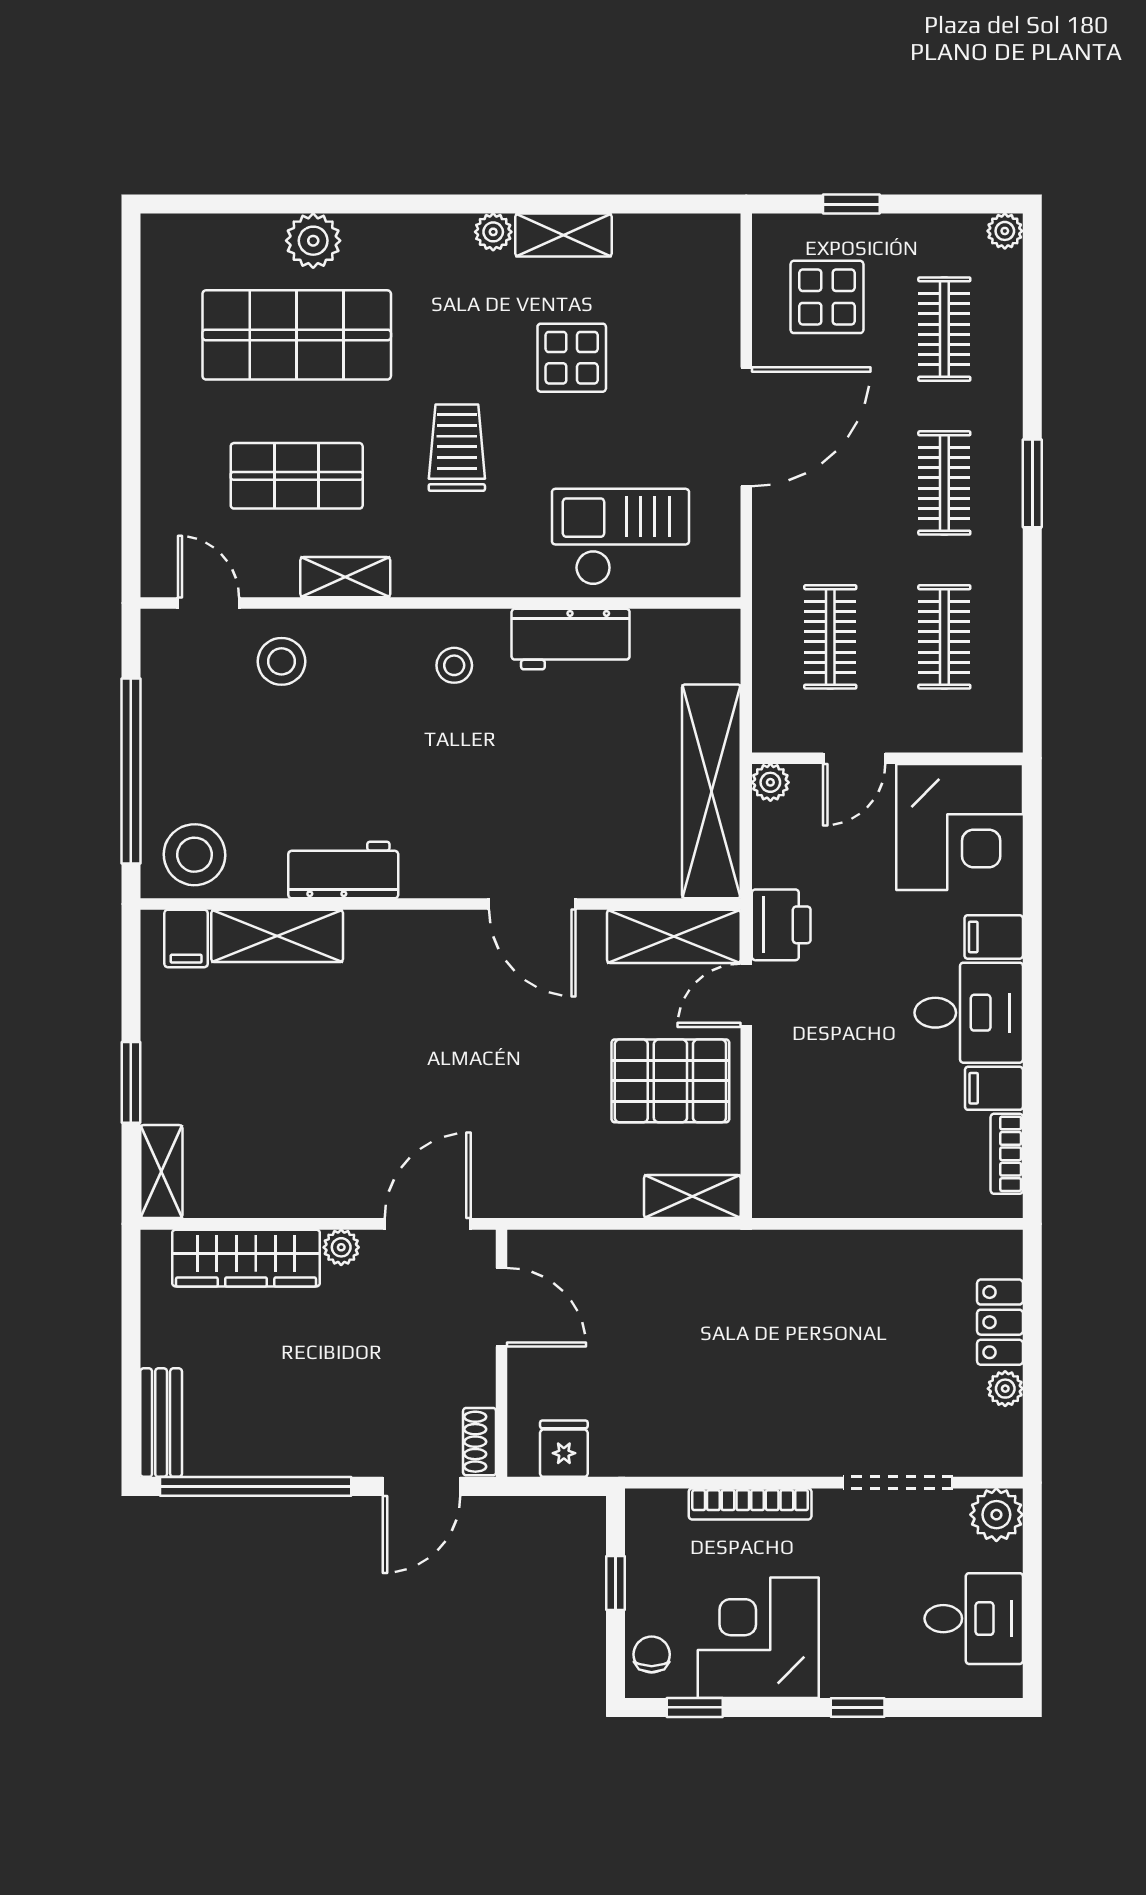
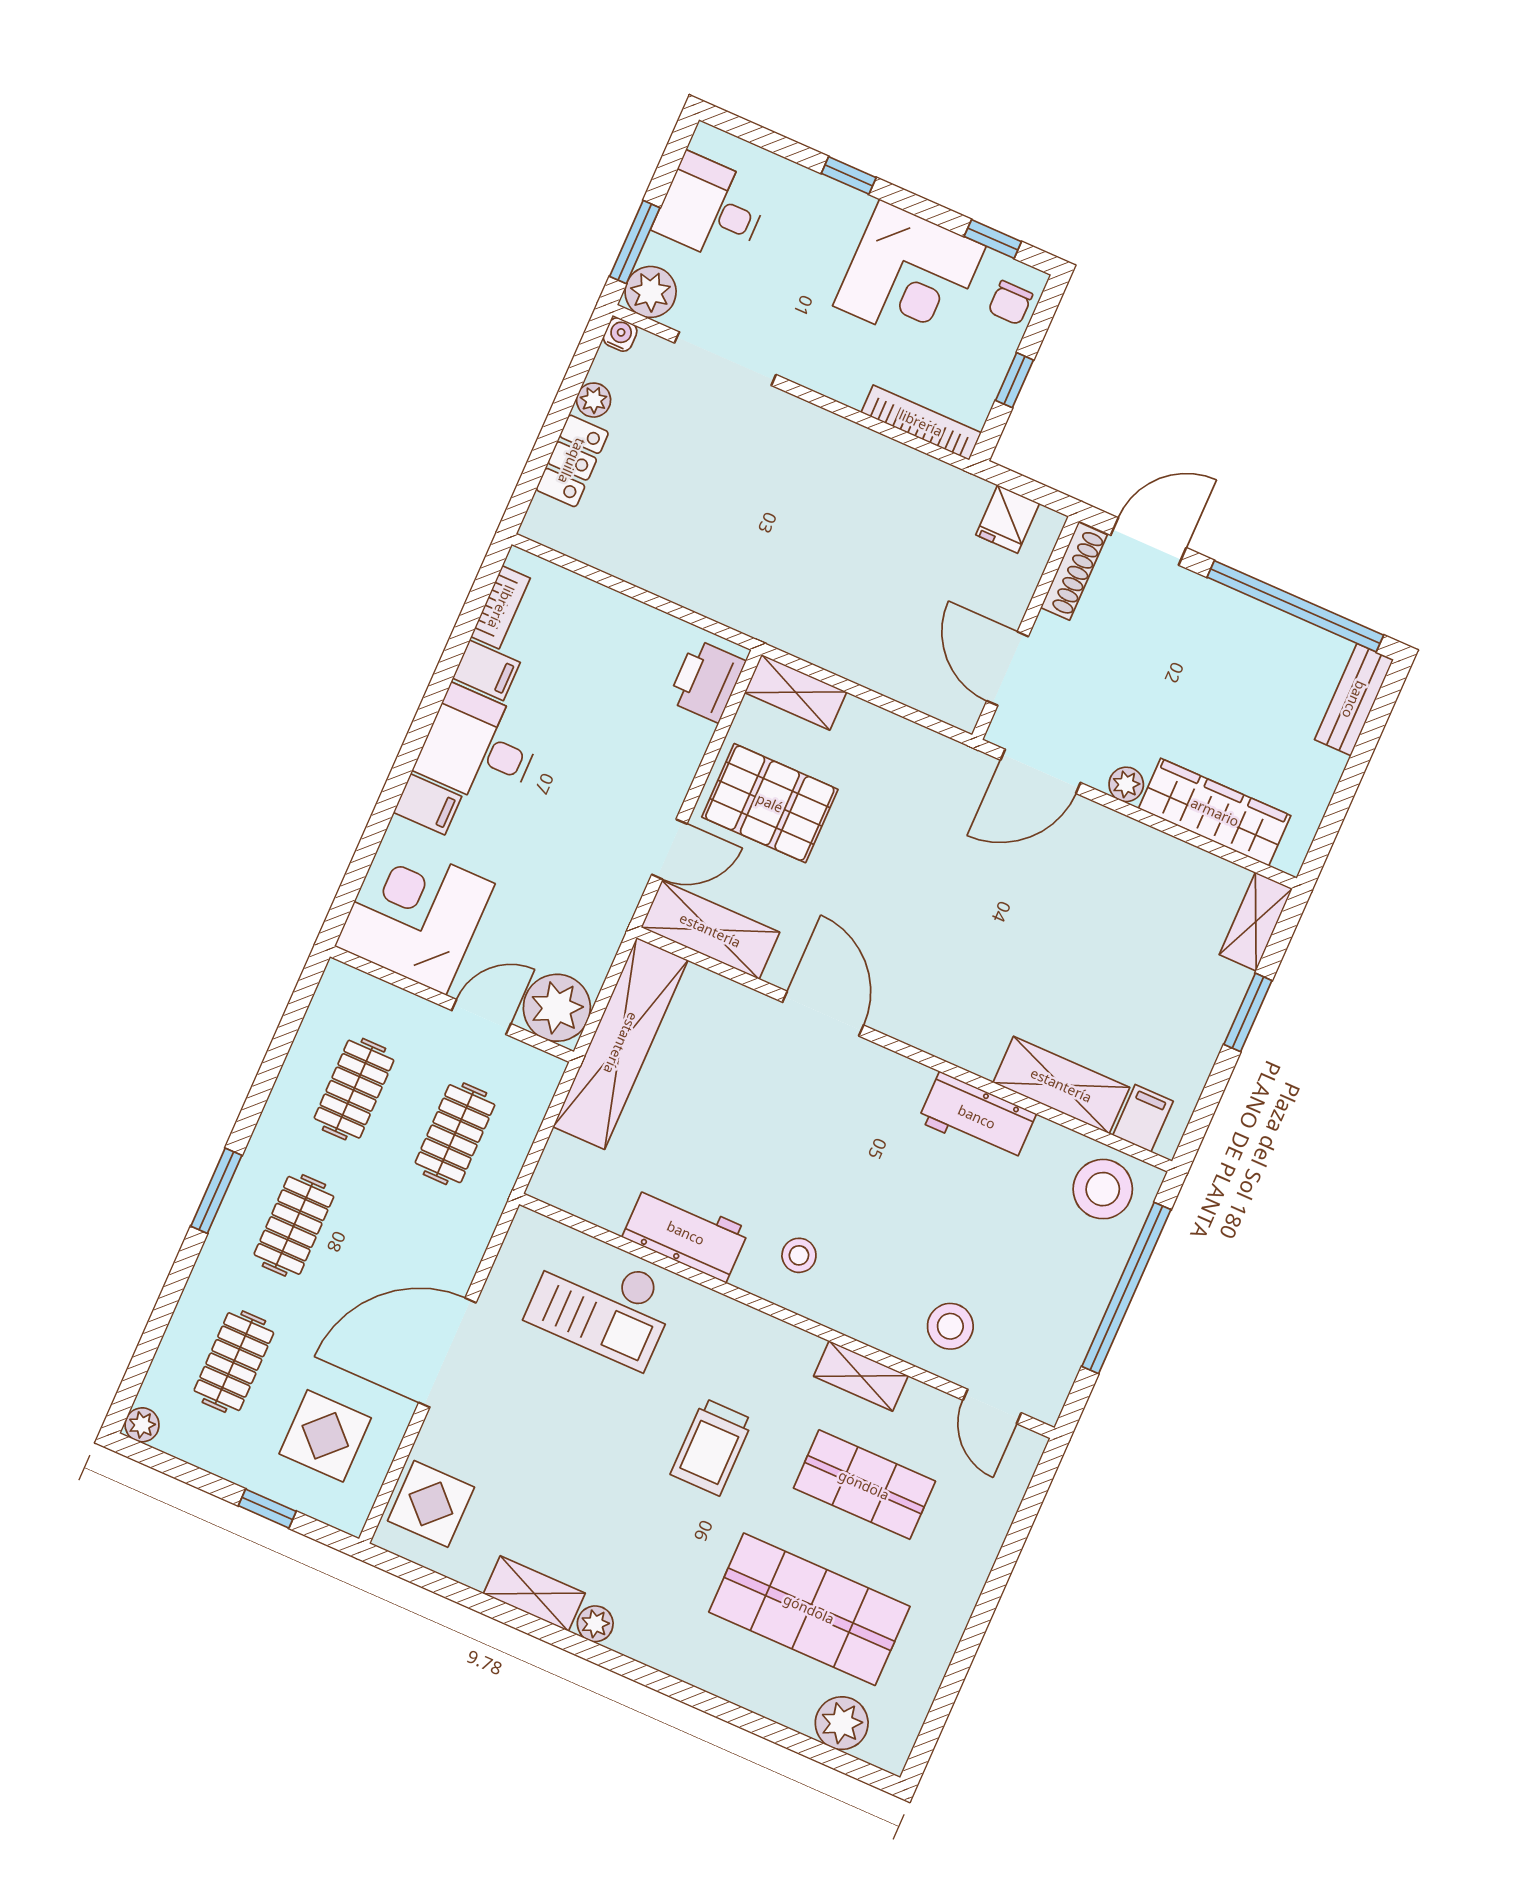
plant: (313, 241) -> (842, 1723), moved
display table: (572, 358) -> (431, 1504), moved
plant: (770, 782) -> (557, 1008), width x1.87, depth x1.87
printer: (781, 925) -> (707, 681), moved
shoe rack: (480, 1442) -> (1074, 571), width x1.43
water cooler: (1008, 1462) -> (620, 334), added
bookcase: (750, 1504) -> (921, 423), moved
window: (1032, 1555) -> (635, 242), added

